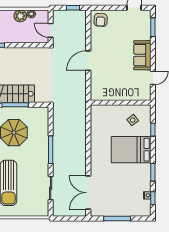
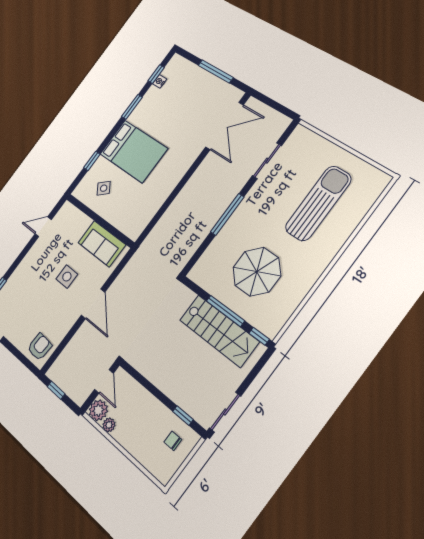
plant: (20, 16) -> (98, 410), moved
sofa: (142, 55) -> (102, 244), moved, turned 90
door: (88, 61) -> (93, 304), hinge flipped
side table: (115, 63) -> (67, 277), added

